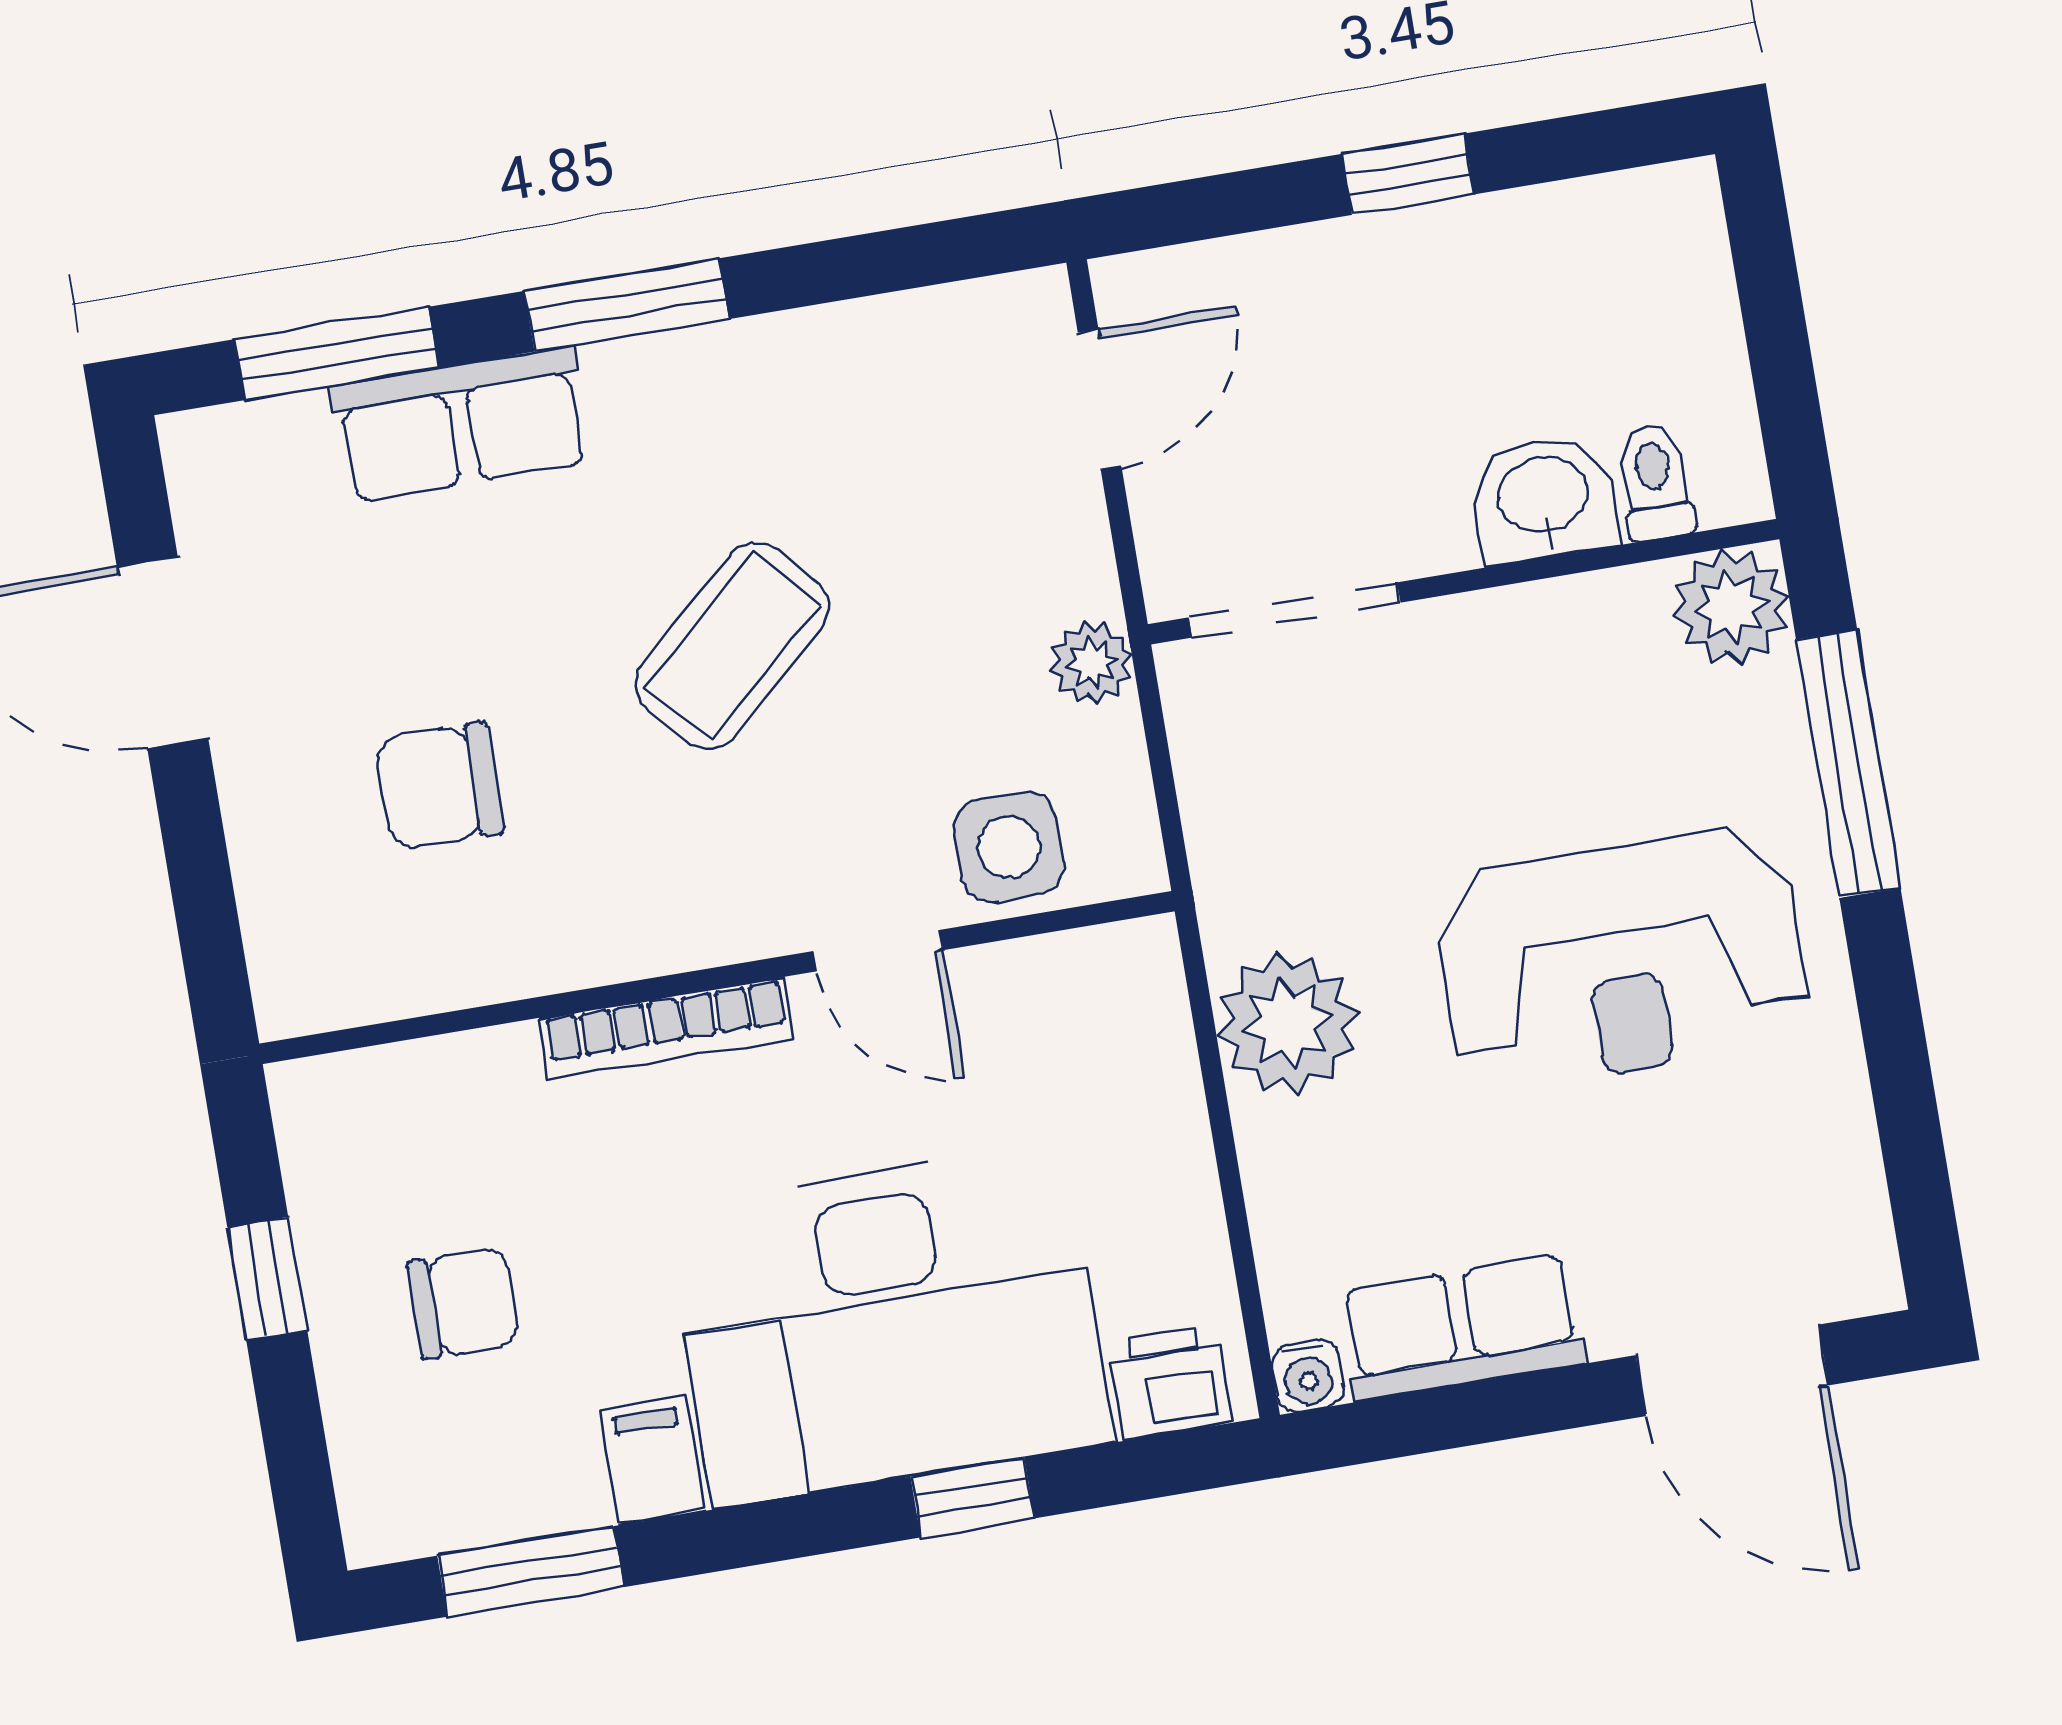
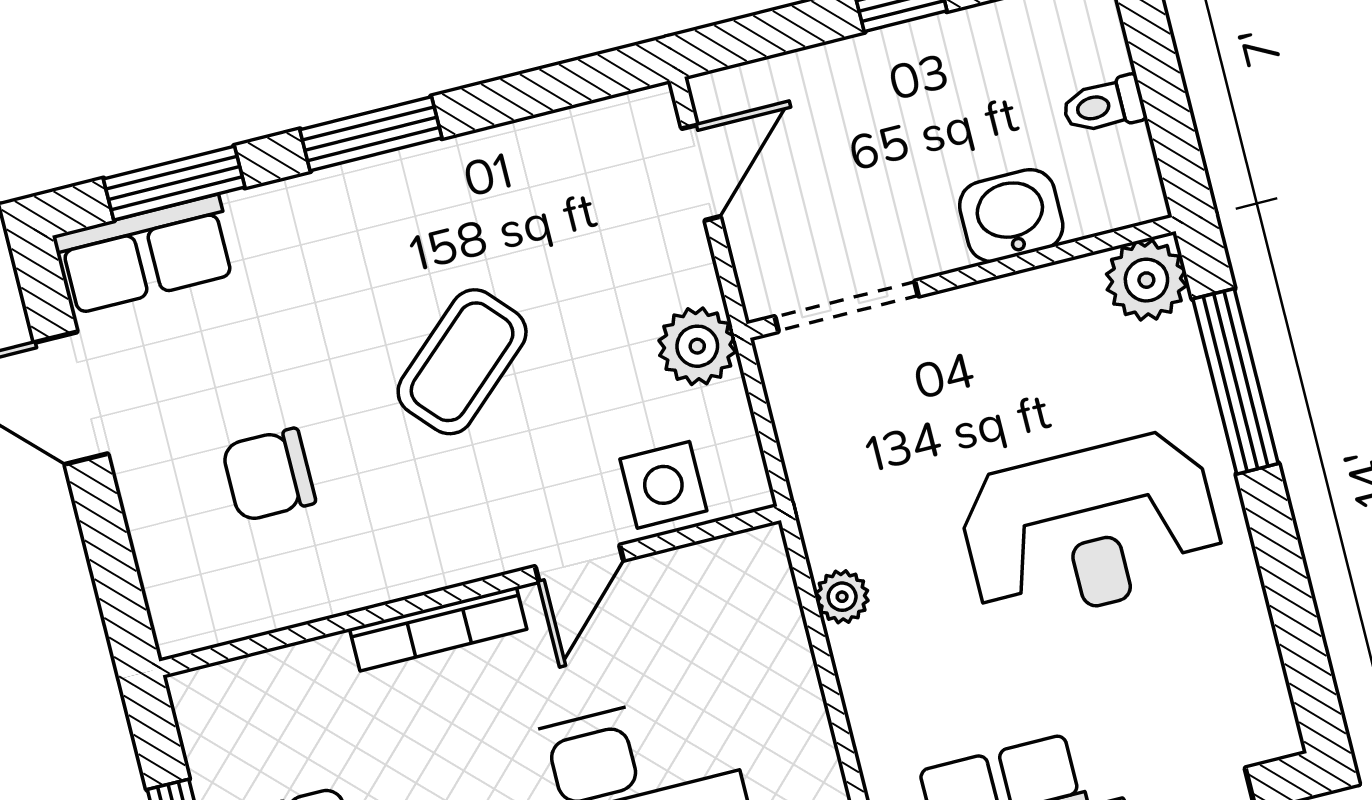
row of seats: (461, 424) -> (145, 255), moved
toilet: (1655, 482) -> (1104, 105), moved, turned -90
plant: (1092, 663) -> (697, 346), width x1.38, depth x1.38
door: (878, 951) -> (579, 563), hinge flipped
plant: (1287, 1024) -> (842, 597), width x0.53, depth x0.53

